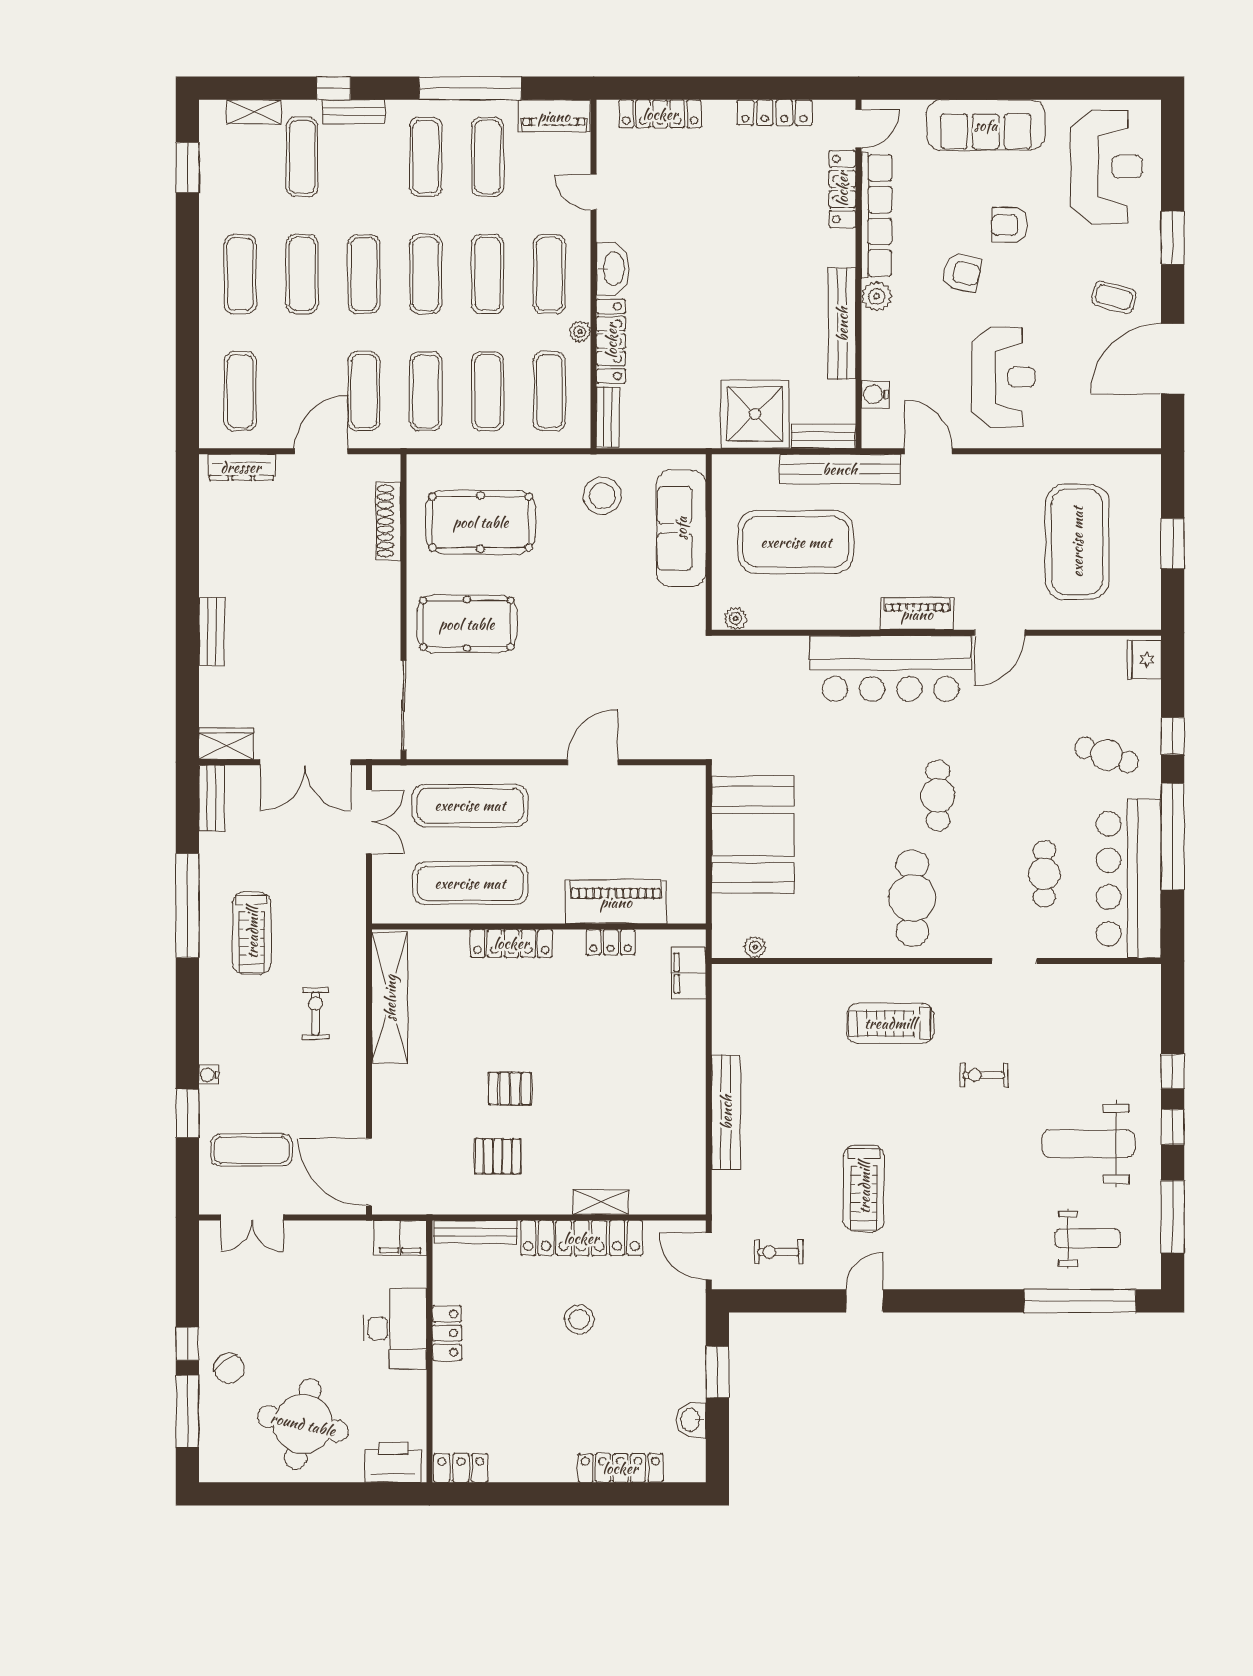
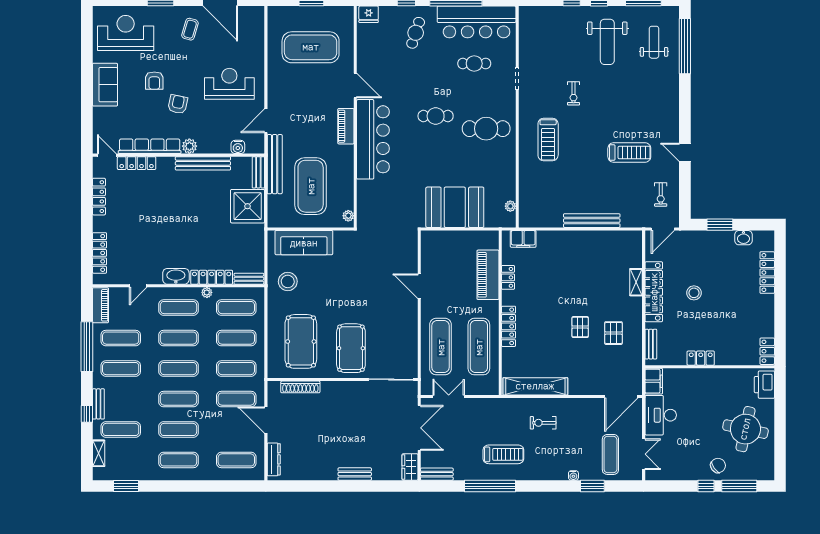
sofa: (986, 125) -> (105, 85), width x0.73
bench: (475, 1232) -> (651, 344), width x0.73
desk: (395, 1329) -> (661, 415), moved, turned -90

